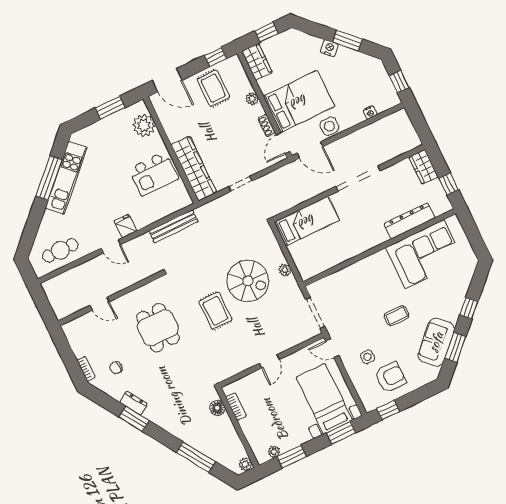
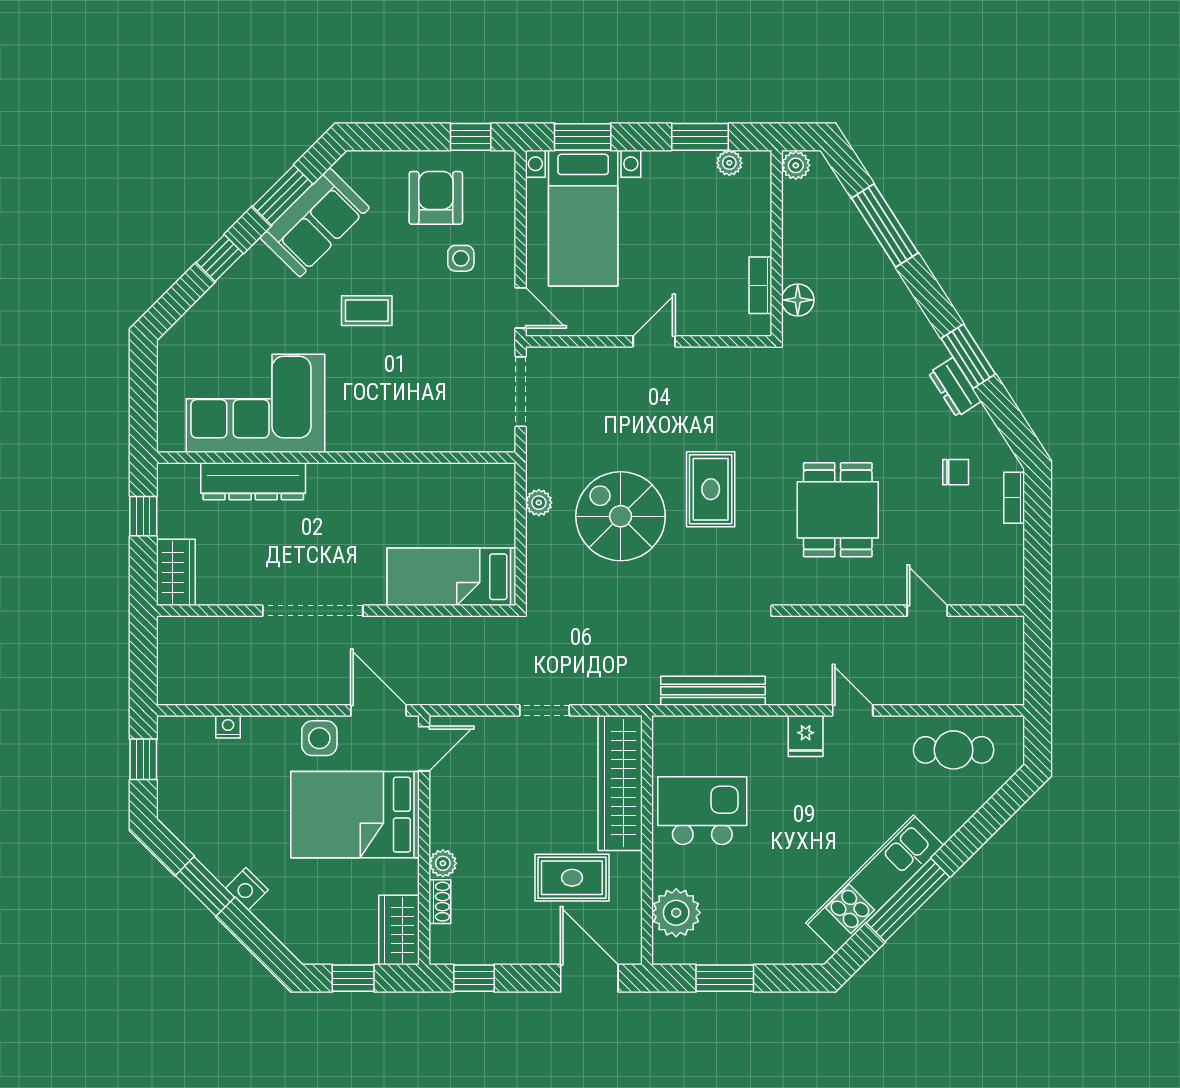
rug: (213, 88) -> (572, 878), moved, turned 90
shoe rack: (267, 126) -> (440, 902), moved
armchair: (390, 377) -> (436, 198), turned 90

